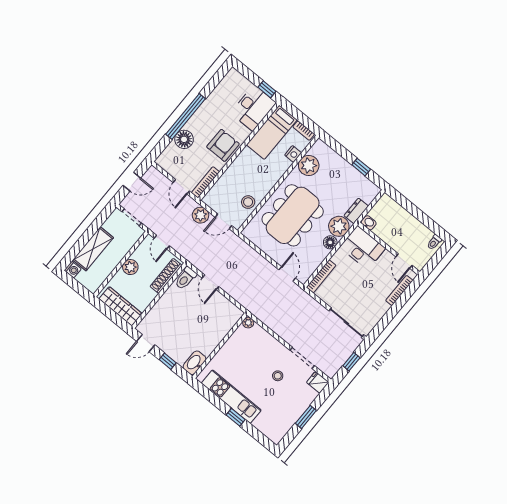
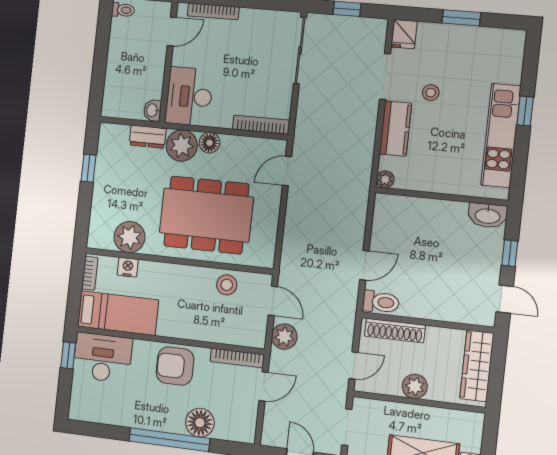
kitchen counter: (271, 345) -> (395, 129), added

